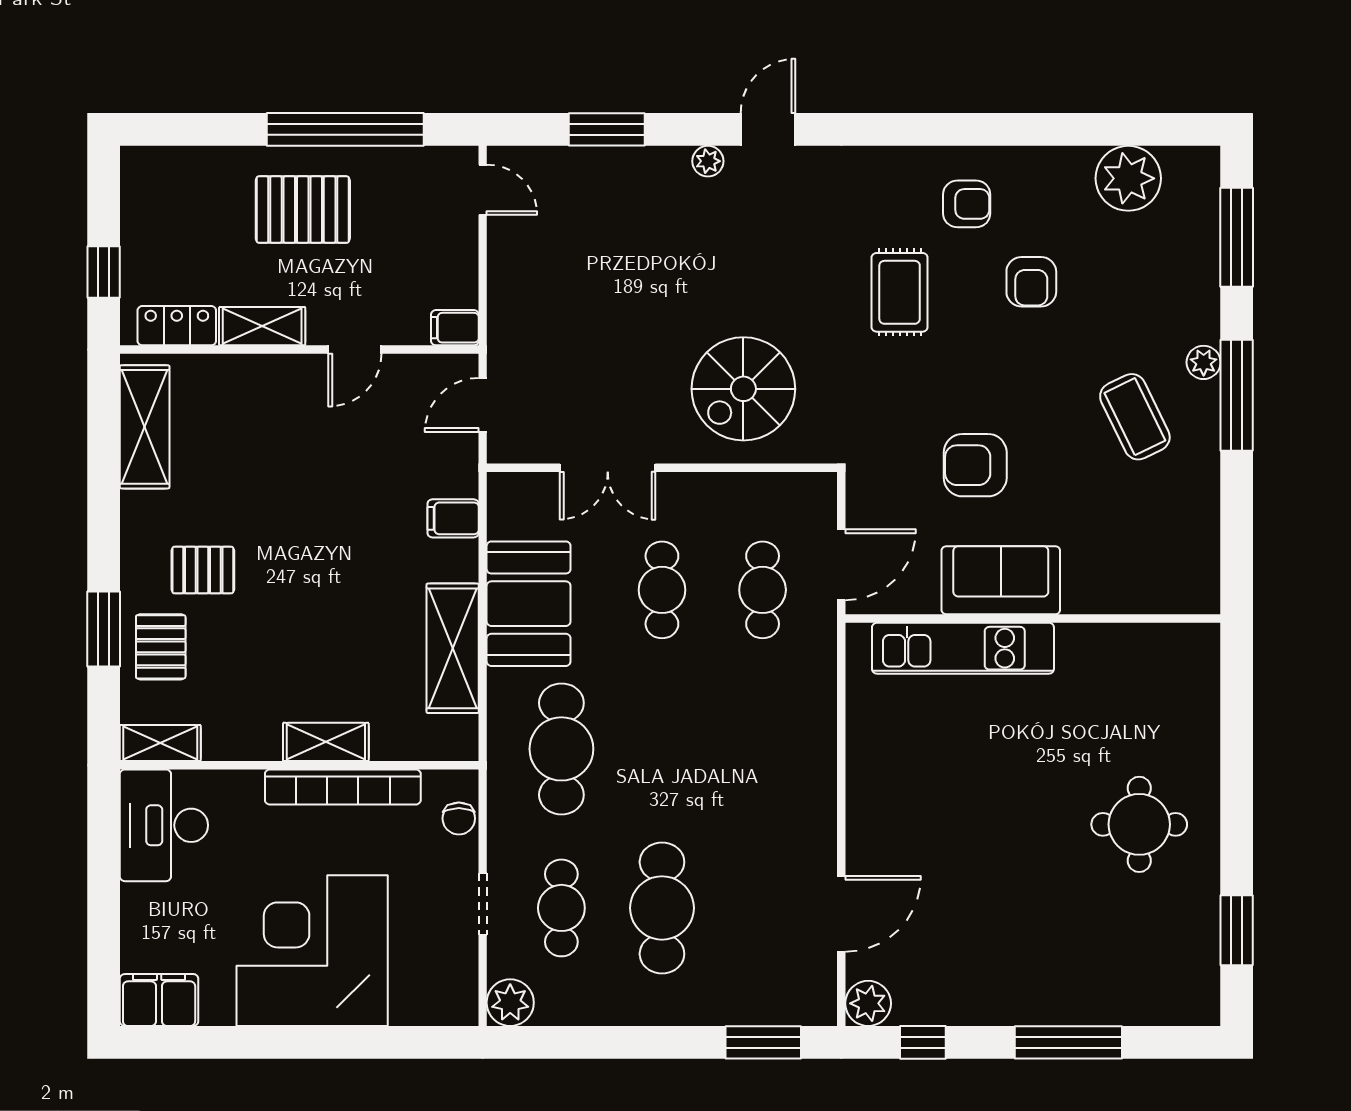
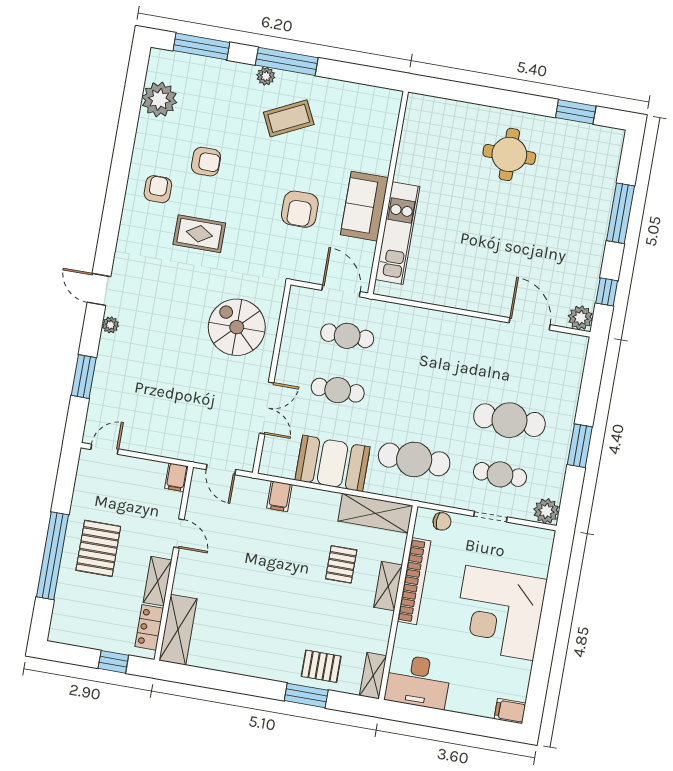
window: (345, 129) -> (52, 556), moved
spiral stairs: (743, 389) -> (237, 327), turned 180
shelving: (145, 427) -> (178, 630), moved, turned 90
pallet: (203, 570) -> (341, 564), moved
shelving: (453, 648) -> (375, 513), moved
filing cabinet: (159, 1000) -> (510, 711), width x0.50
window: (763, 1042) -> (580, 446), moved

